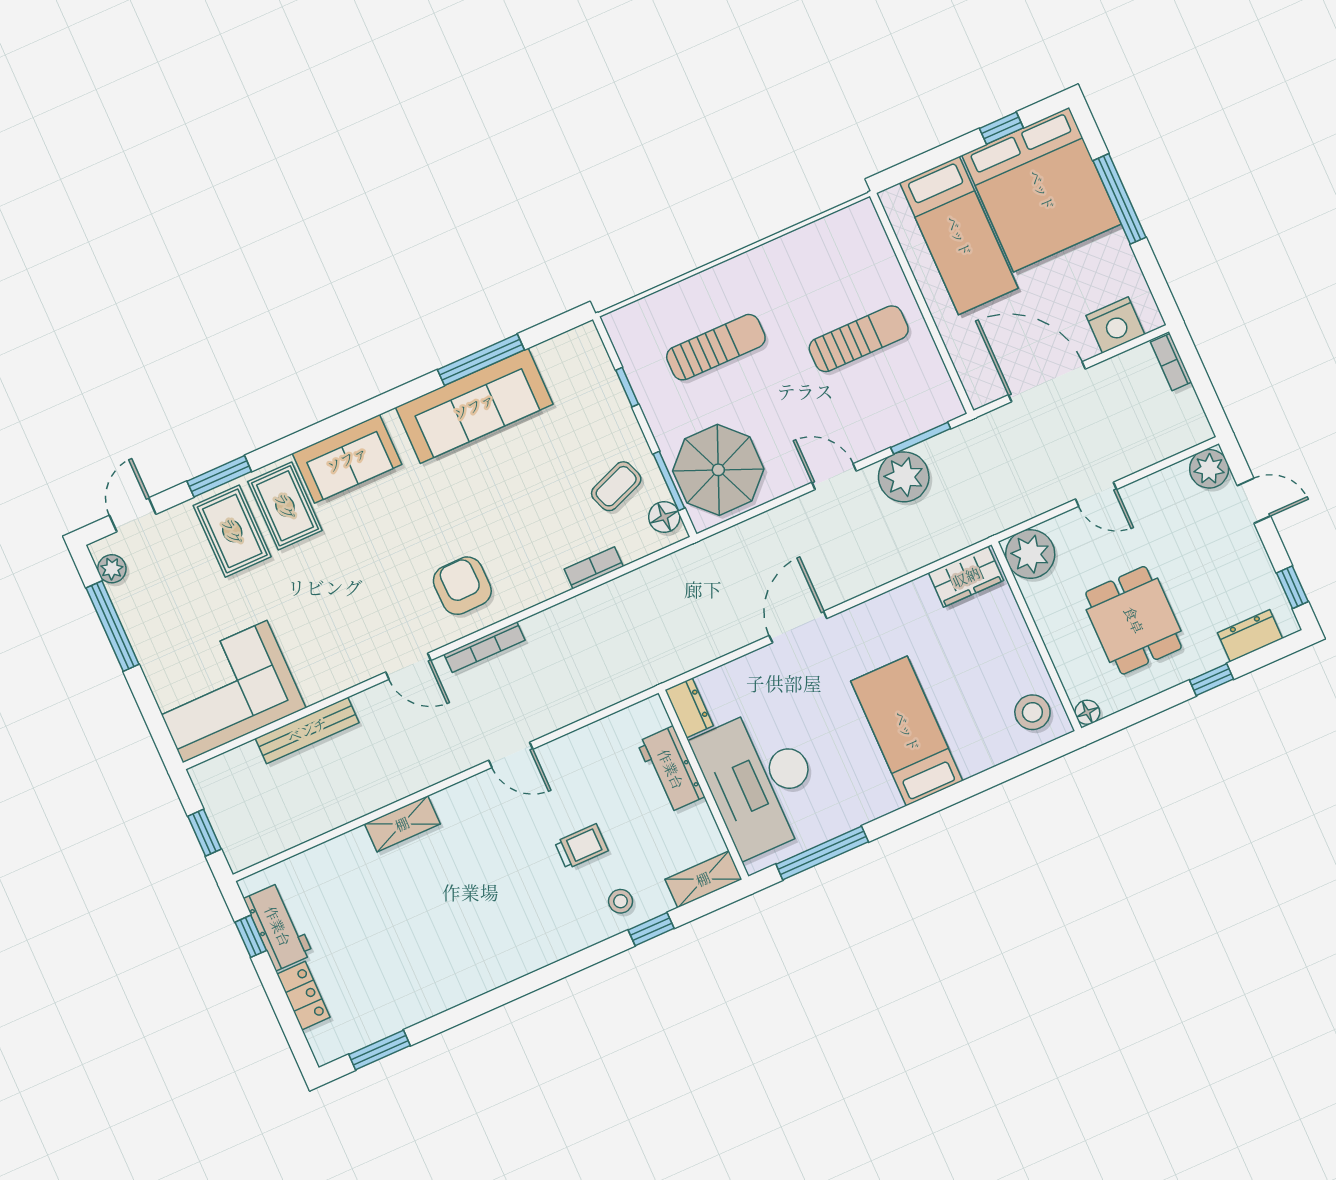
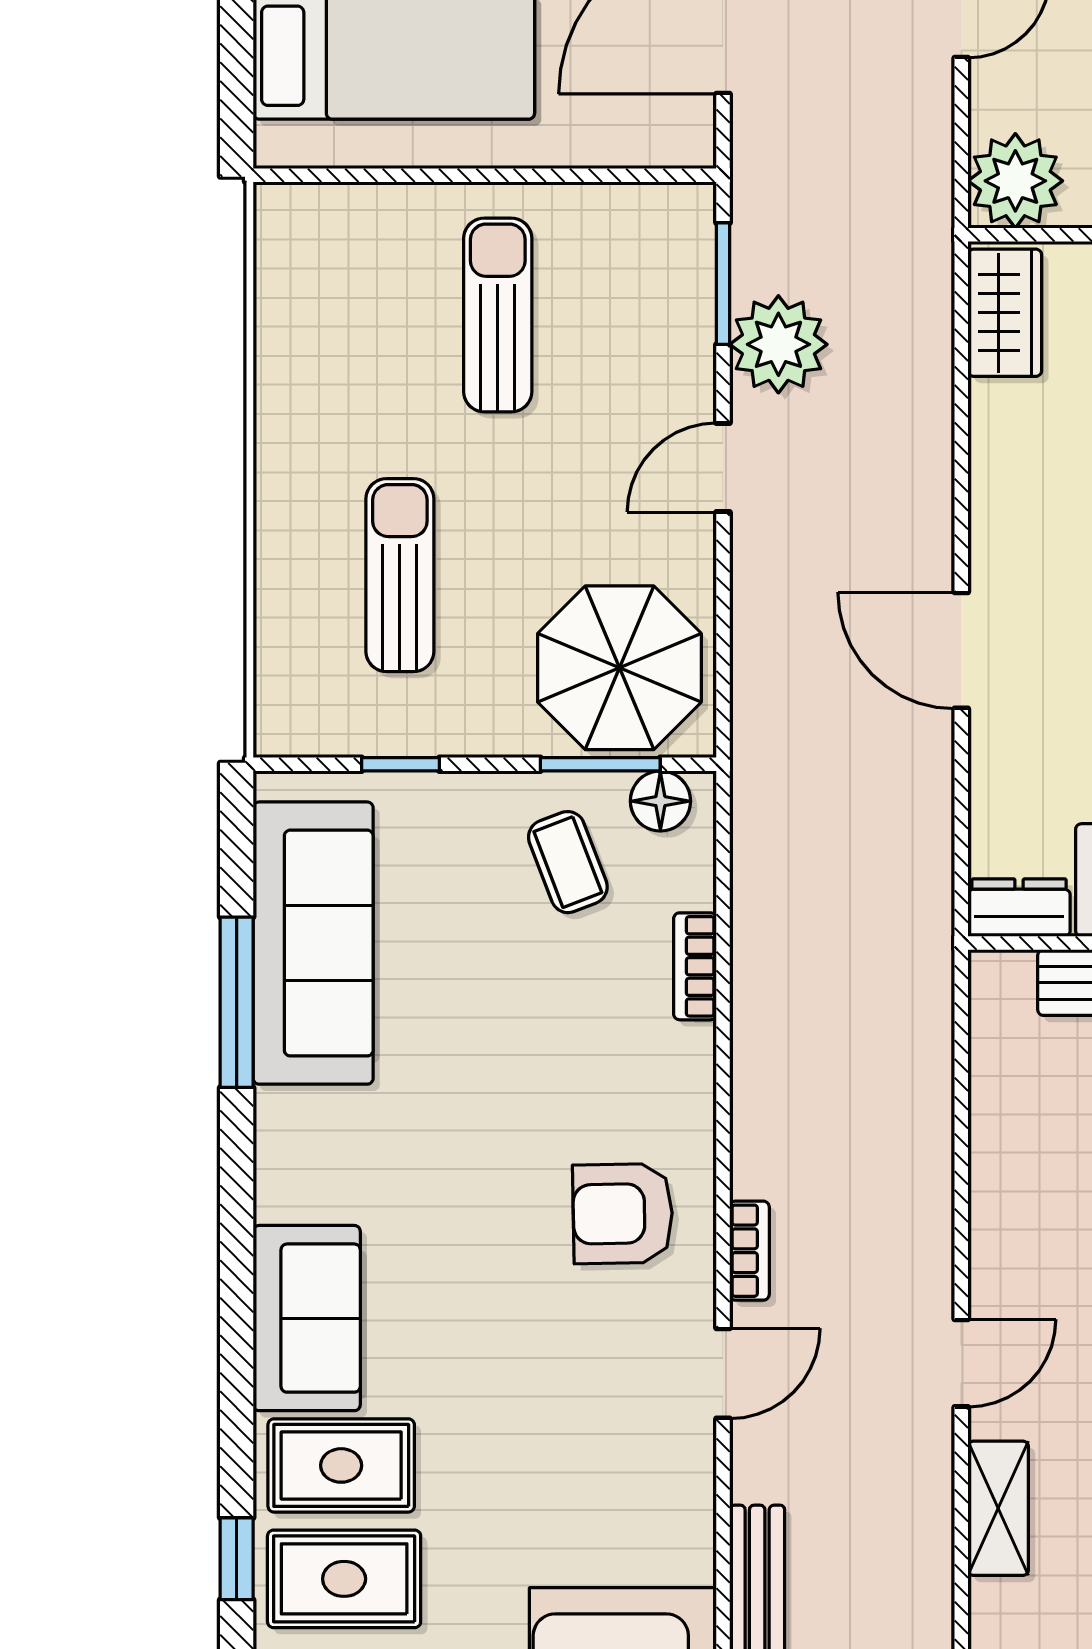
sofa: (474, 406) -> (313, 943), moved
window: (219, 476) -> (237, 1559), width x0.67
bookcase: (485, 647) -> (749, 1251), width x0.64
door: (511, 755) -> (961, 1363), moved

